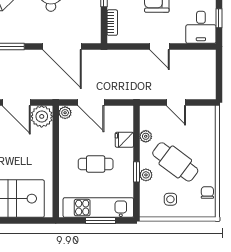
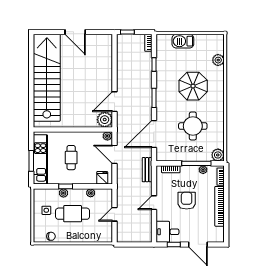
bench: (113, 56) -> (147, 170), added
door: (91, 102) -> (115, 154), hinge flipped
fridge: (124, 140) -> (102, 178), moved
cafe table: (175, 162) -> (73, 214), turned 53

